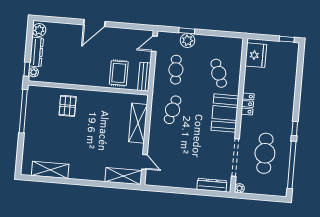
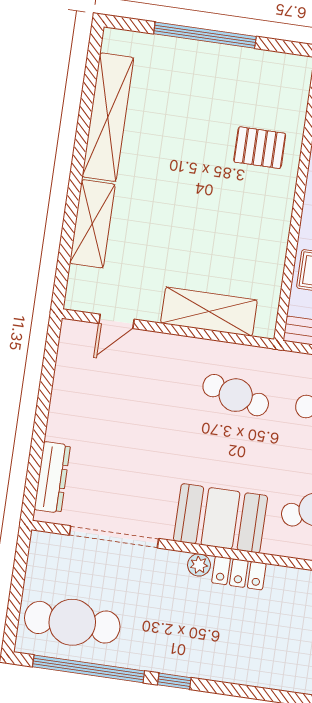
window: (23, 111) -> (205, 35), moved
cafe table: (265, 153) -> (72, 622), moved
shelving: (50, 170) -> (108, 117), width x1.47
shelving: (123, 176) -> (92, 224), moved
plant: (239, 188) -> (199, 565), moved

